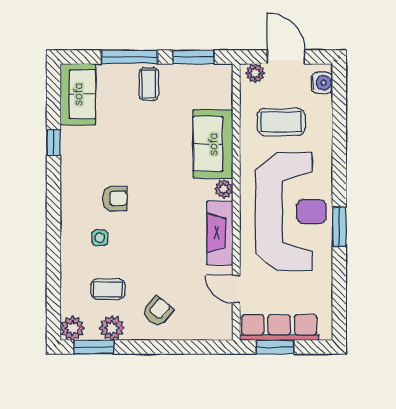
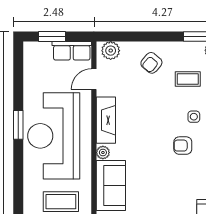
door: (236, 289) -> (94, 79), swing flipped
plant: (112, 328) -> (111, 51), moved
row of seats: (279, 328) -> (72, 51), width x0.68
window: (275, 347) -> (52, 37), moved

